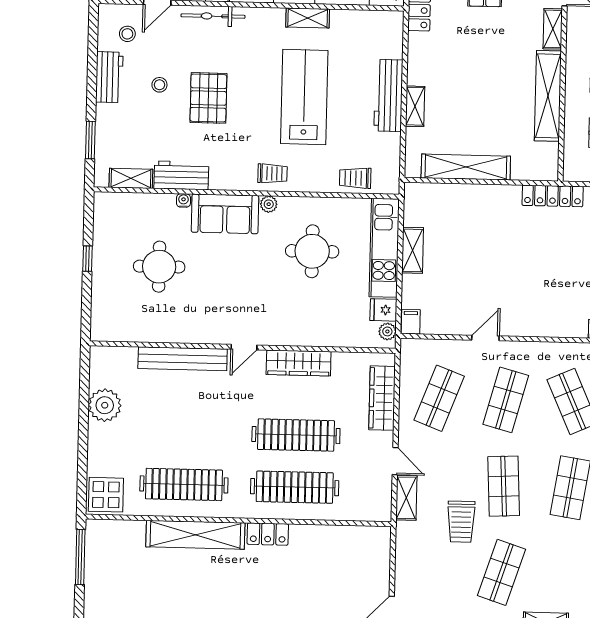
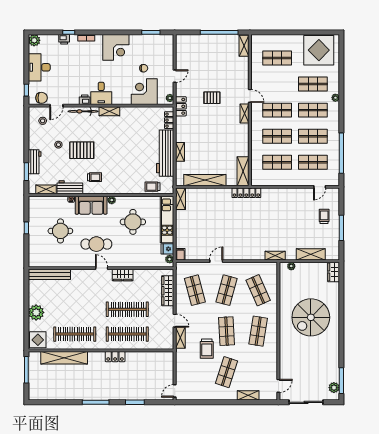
shelving: (308, 18) -> (109, 111), moved
locker: (394, 39) -> (169, 120), added
workbench: (109, 77) -> (35, 162), moved
workbench: (388, 95) -> (165, 153), width x1.36, depth x1.32
shelving: (548, 96) -> (243, 171), moved, width x0.68
lab bench: (304, 97) -> (127, 149), removed
pallet: (208, 98) -> (82, 150), turned 90
trolley: (273, 173) -> (94, 177), moved
shelving: (413, 250) -> (181, 199), moved
cafe table: (234, 296) -> (96, 244), added
door: (244, 347) -> (102, 268), swing flipped
bench: (183, 359) -> (49, 274), moved
wardrobe: (299, 363) -> (123, 275), width x0.67
shop shelf: (439, 398) -> (195, 290), turned -36
plant: (105, 405) -> (36, 312), moved
shelving: (195, 535) -> (64, 358), moved

